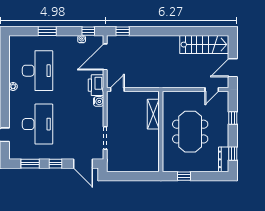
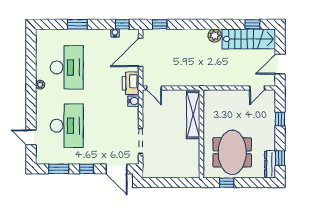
window: (208, 31) -> (252, 24), added
plant: (173, 41) -> (215, 36), added
door: (117, 89) -> (154, 88), swing flipped
shelving: (153, 114) -> (193, 115), width x1.47
meeting table: (190, 132) -> (232, 152), moved

